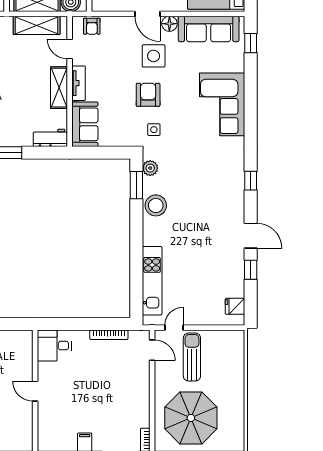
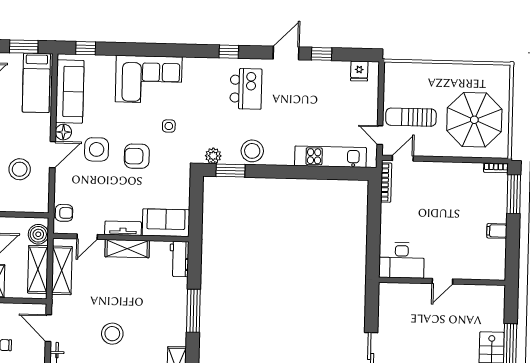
side table: (154, 130) -> (169, 126), moved
kitchen island: (215, 198) -> (246, 89), added
bookcase: (109, 335) -> (386, 183), moved
desk: (54, 346) -> (402, 260), width x1.37

